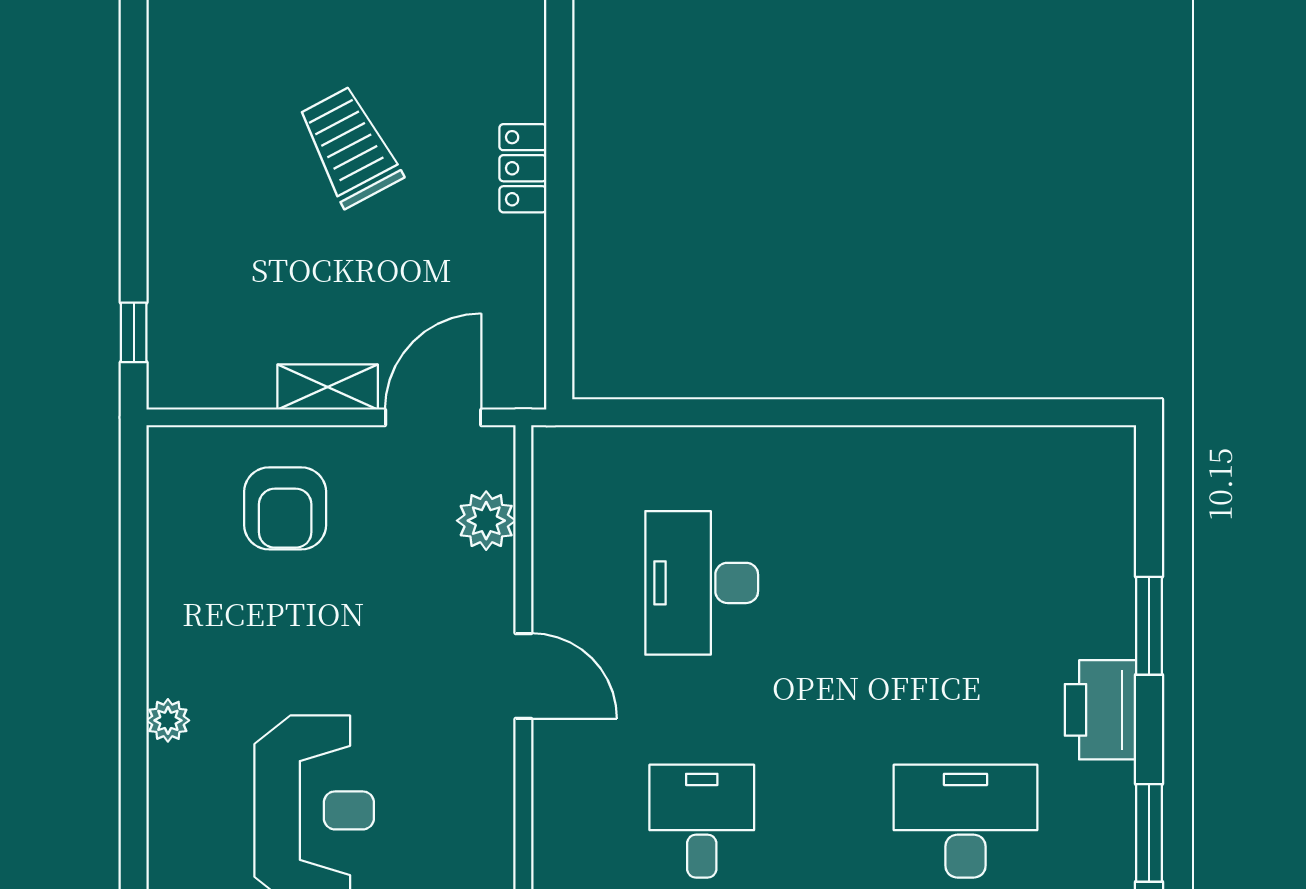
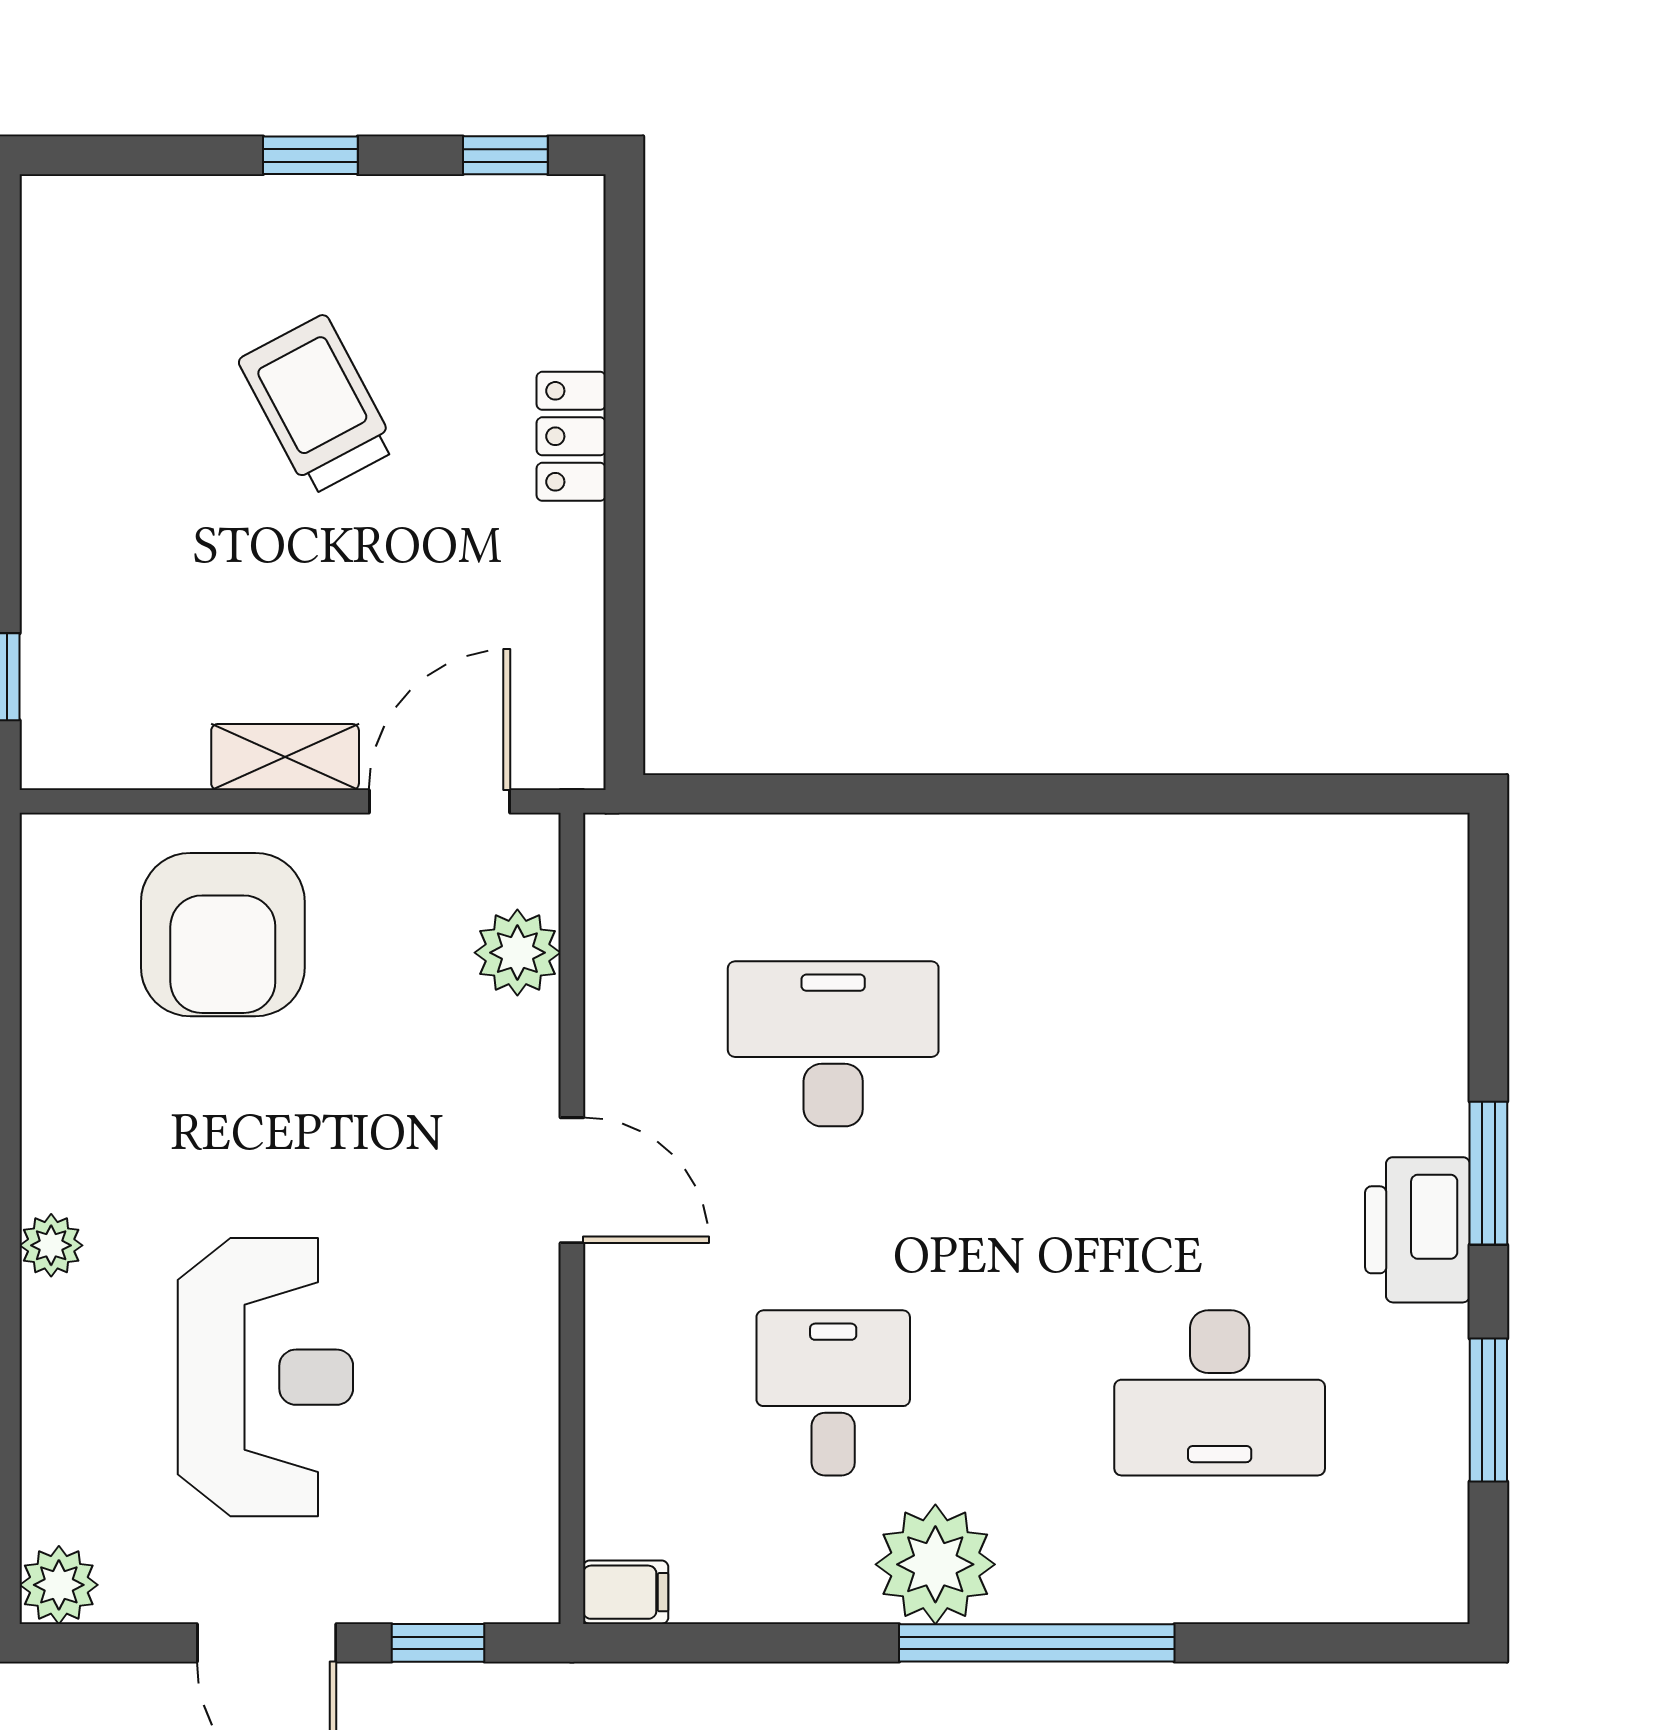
armchair: (285, 508) -> (223, 935), width x1.36, depth x1.36
desk: (702, 583) -> (833, 1044), turned 90
window: (1149, 626) -> (1488, 1173), moved
desk: (965, 821) -> (1220, 1393), turned 180

